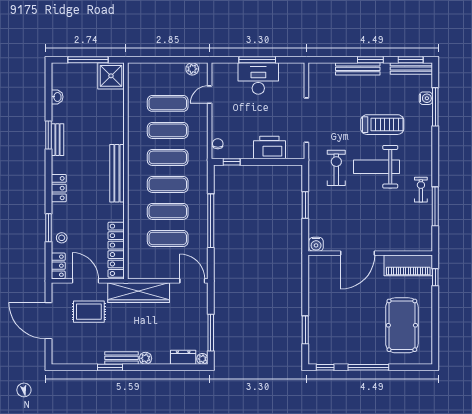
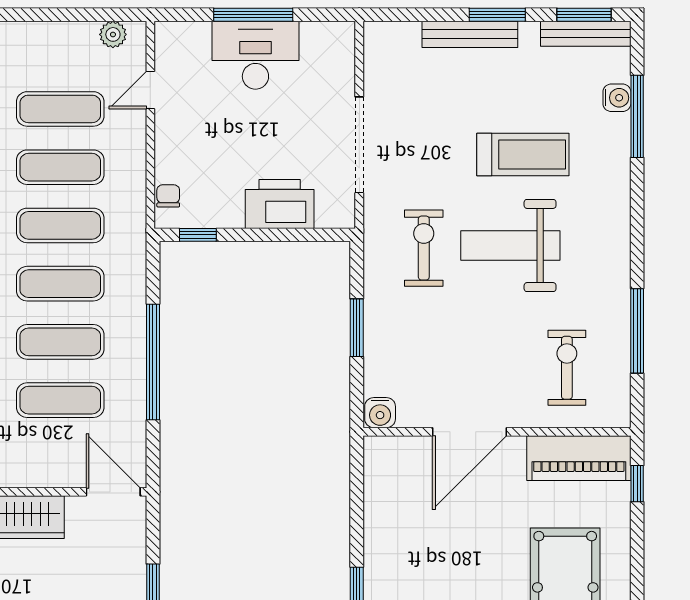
exercise bike: (421, 190) -> (567, 368), moved, width x1.38, depth x1.39

